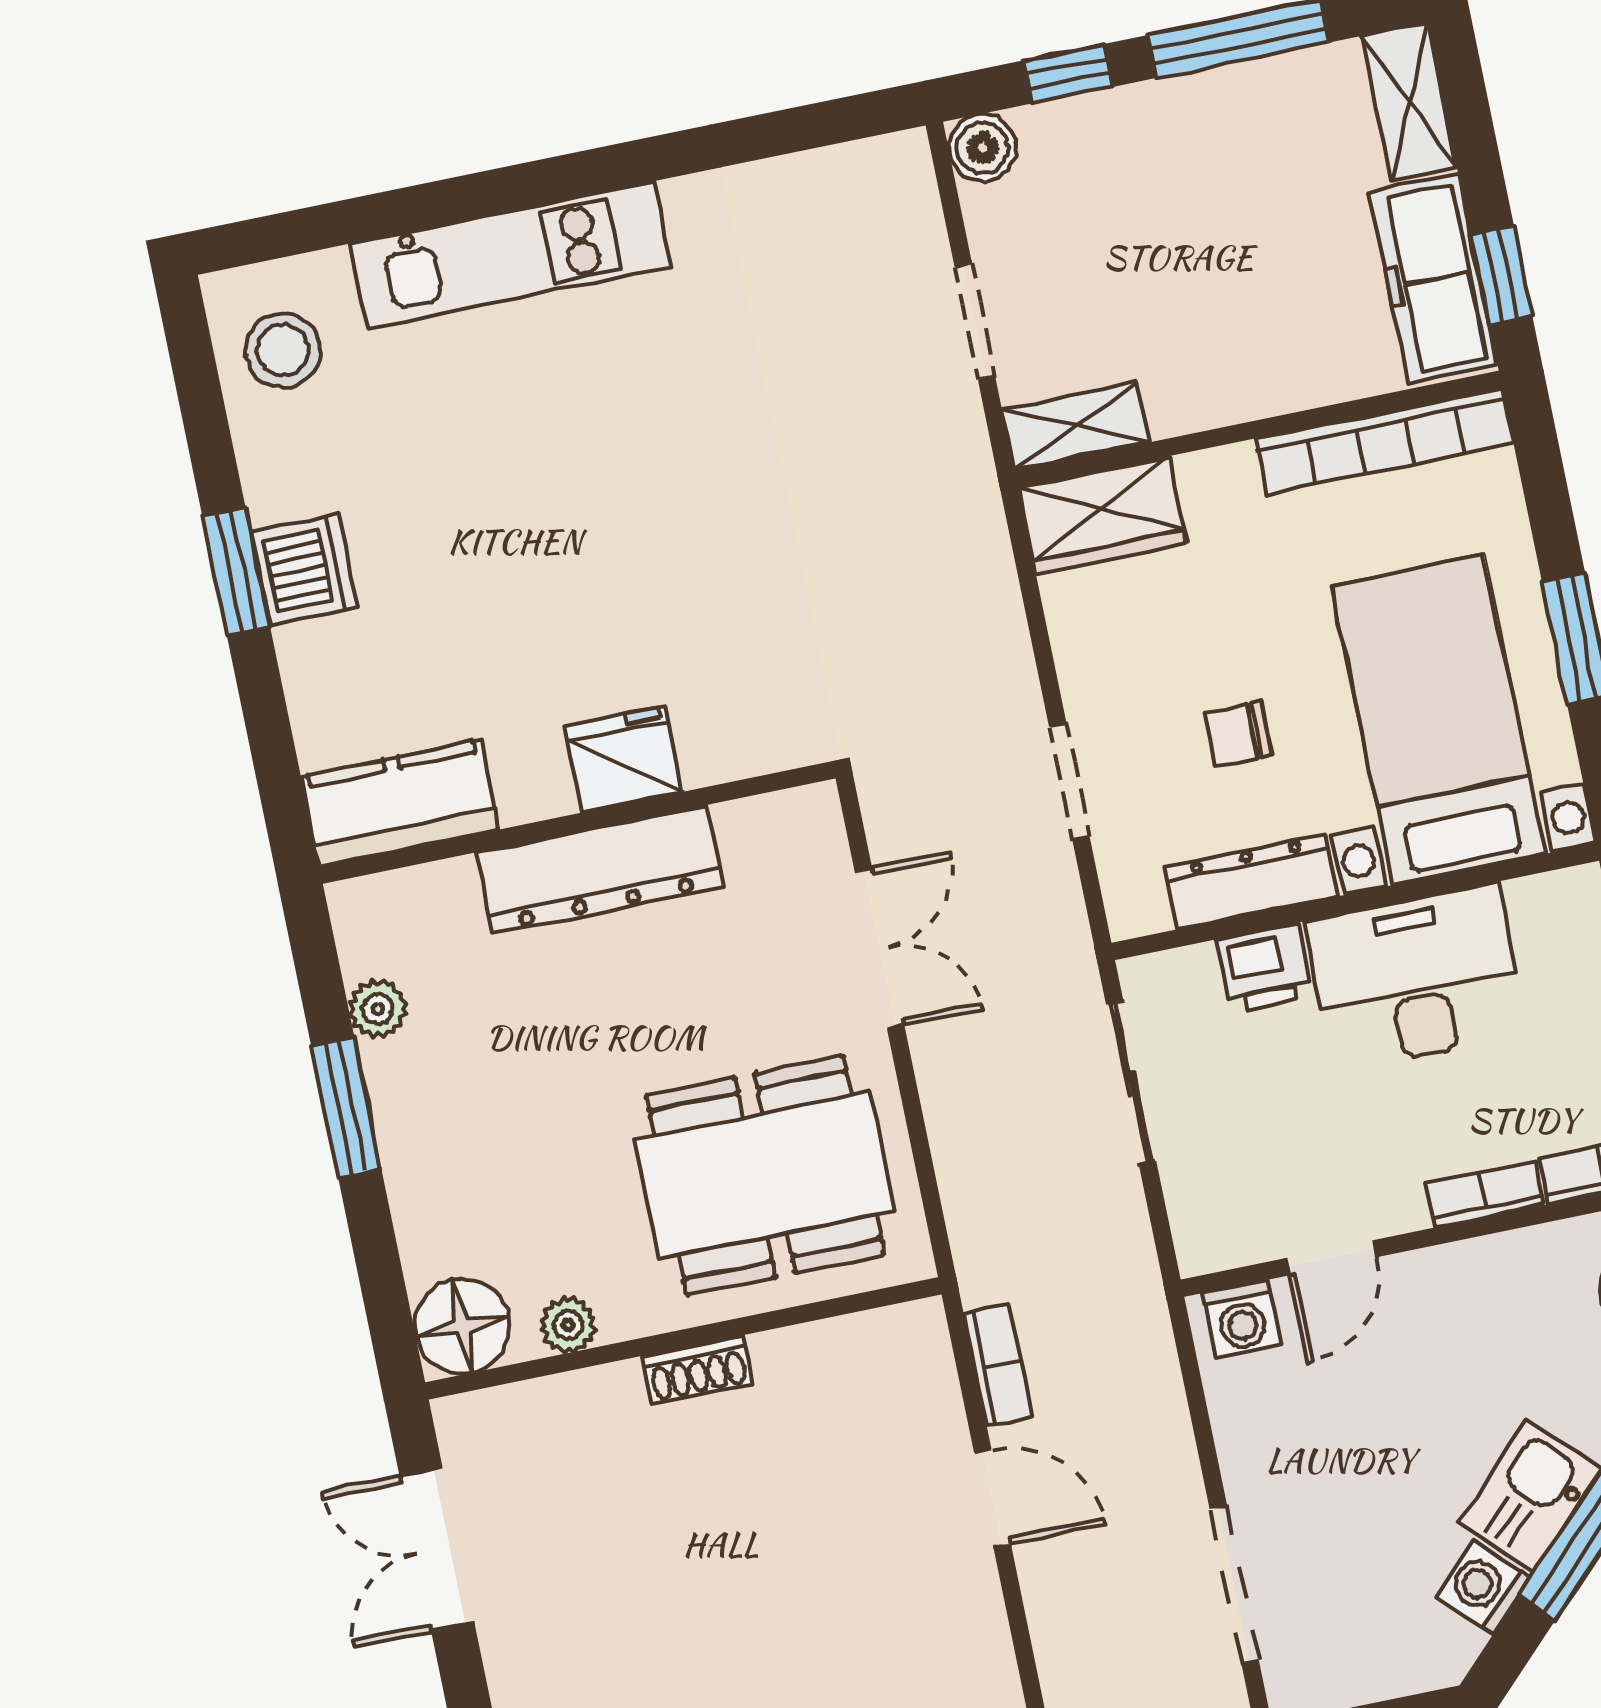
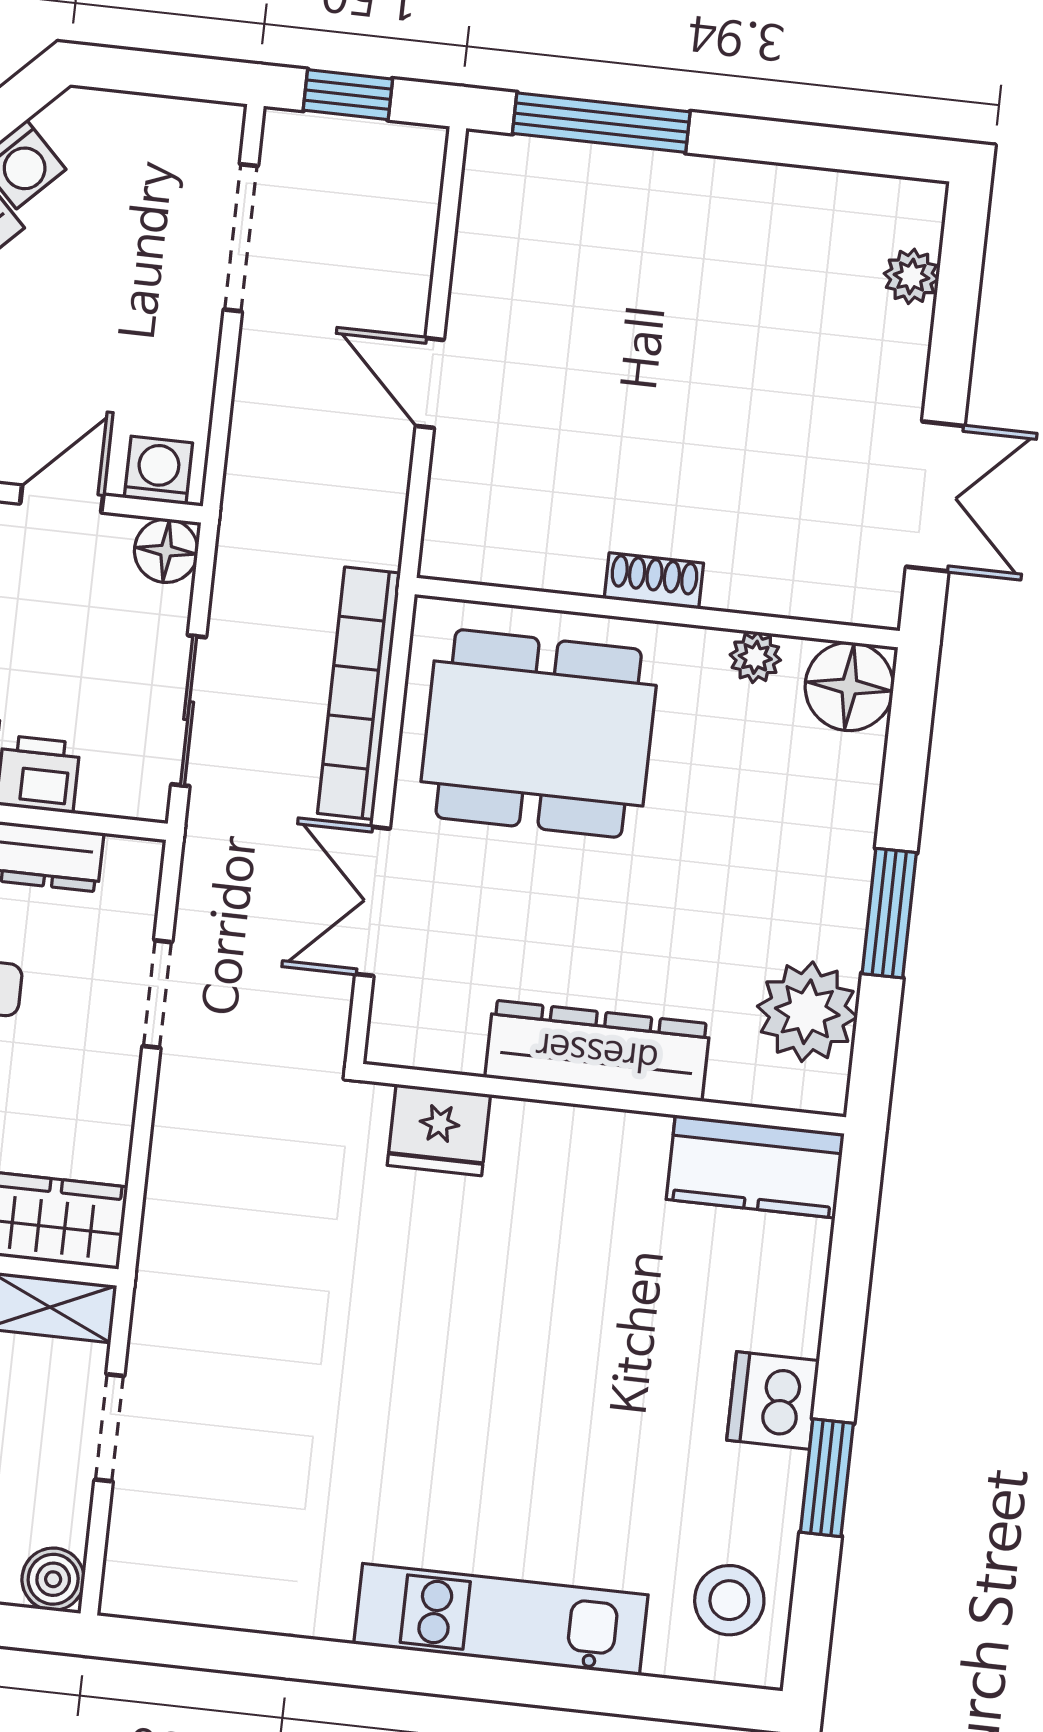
window: (236, 572) -> (827, 1478), moved
fridge: (624, 759) -> (439, 1130), moved
plant: (378, 1009) -> (807, 1012), width x1.88, depth x1.88
floor lamp: (1207, 1239) -> (166, 551), added
bookcase: (998, 1365) -> (359, 693), moved, width x2.31, depth x1.31

